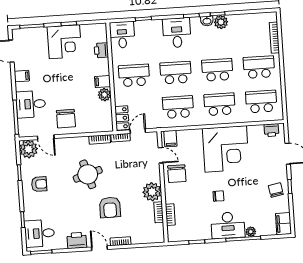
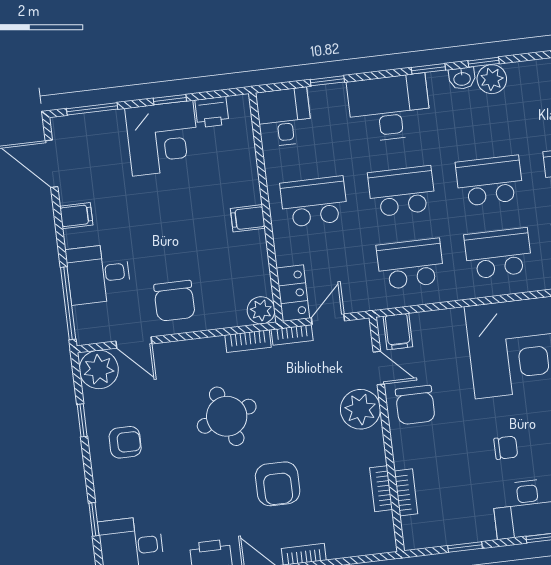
desk: (177, 33) -> (389, 108), width x1.37
printer: (101, 50) -> (212, 112), moved, turned -90
plant: (104, 95) -> (261, 310), moved
plant: (152, 192) -> (360, 409), moved

